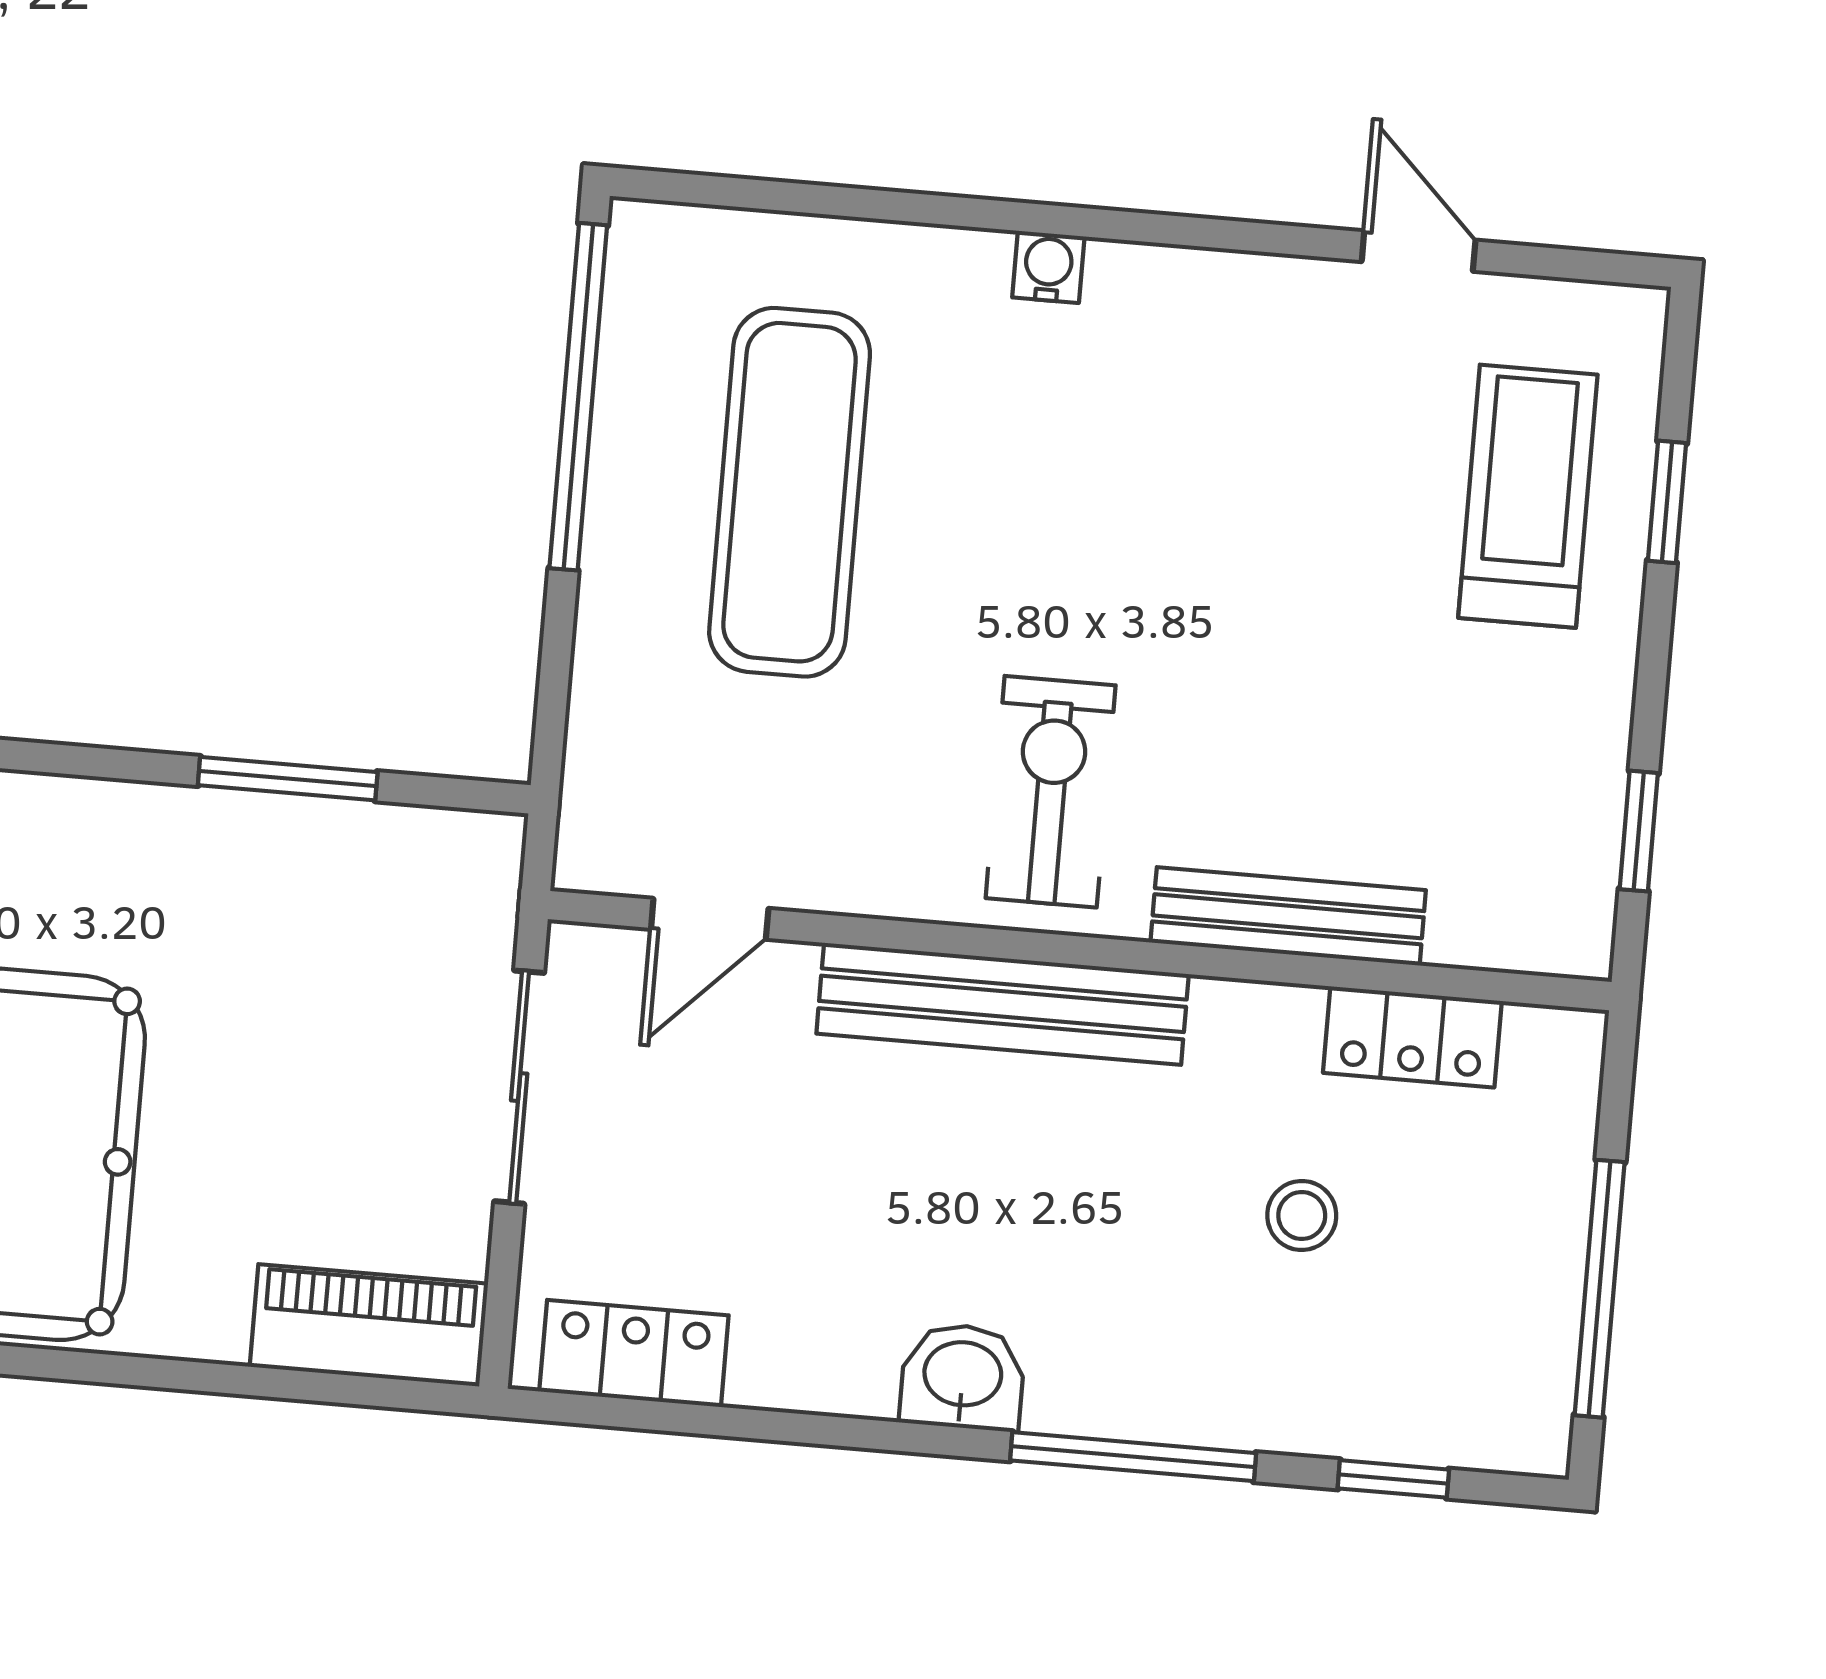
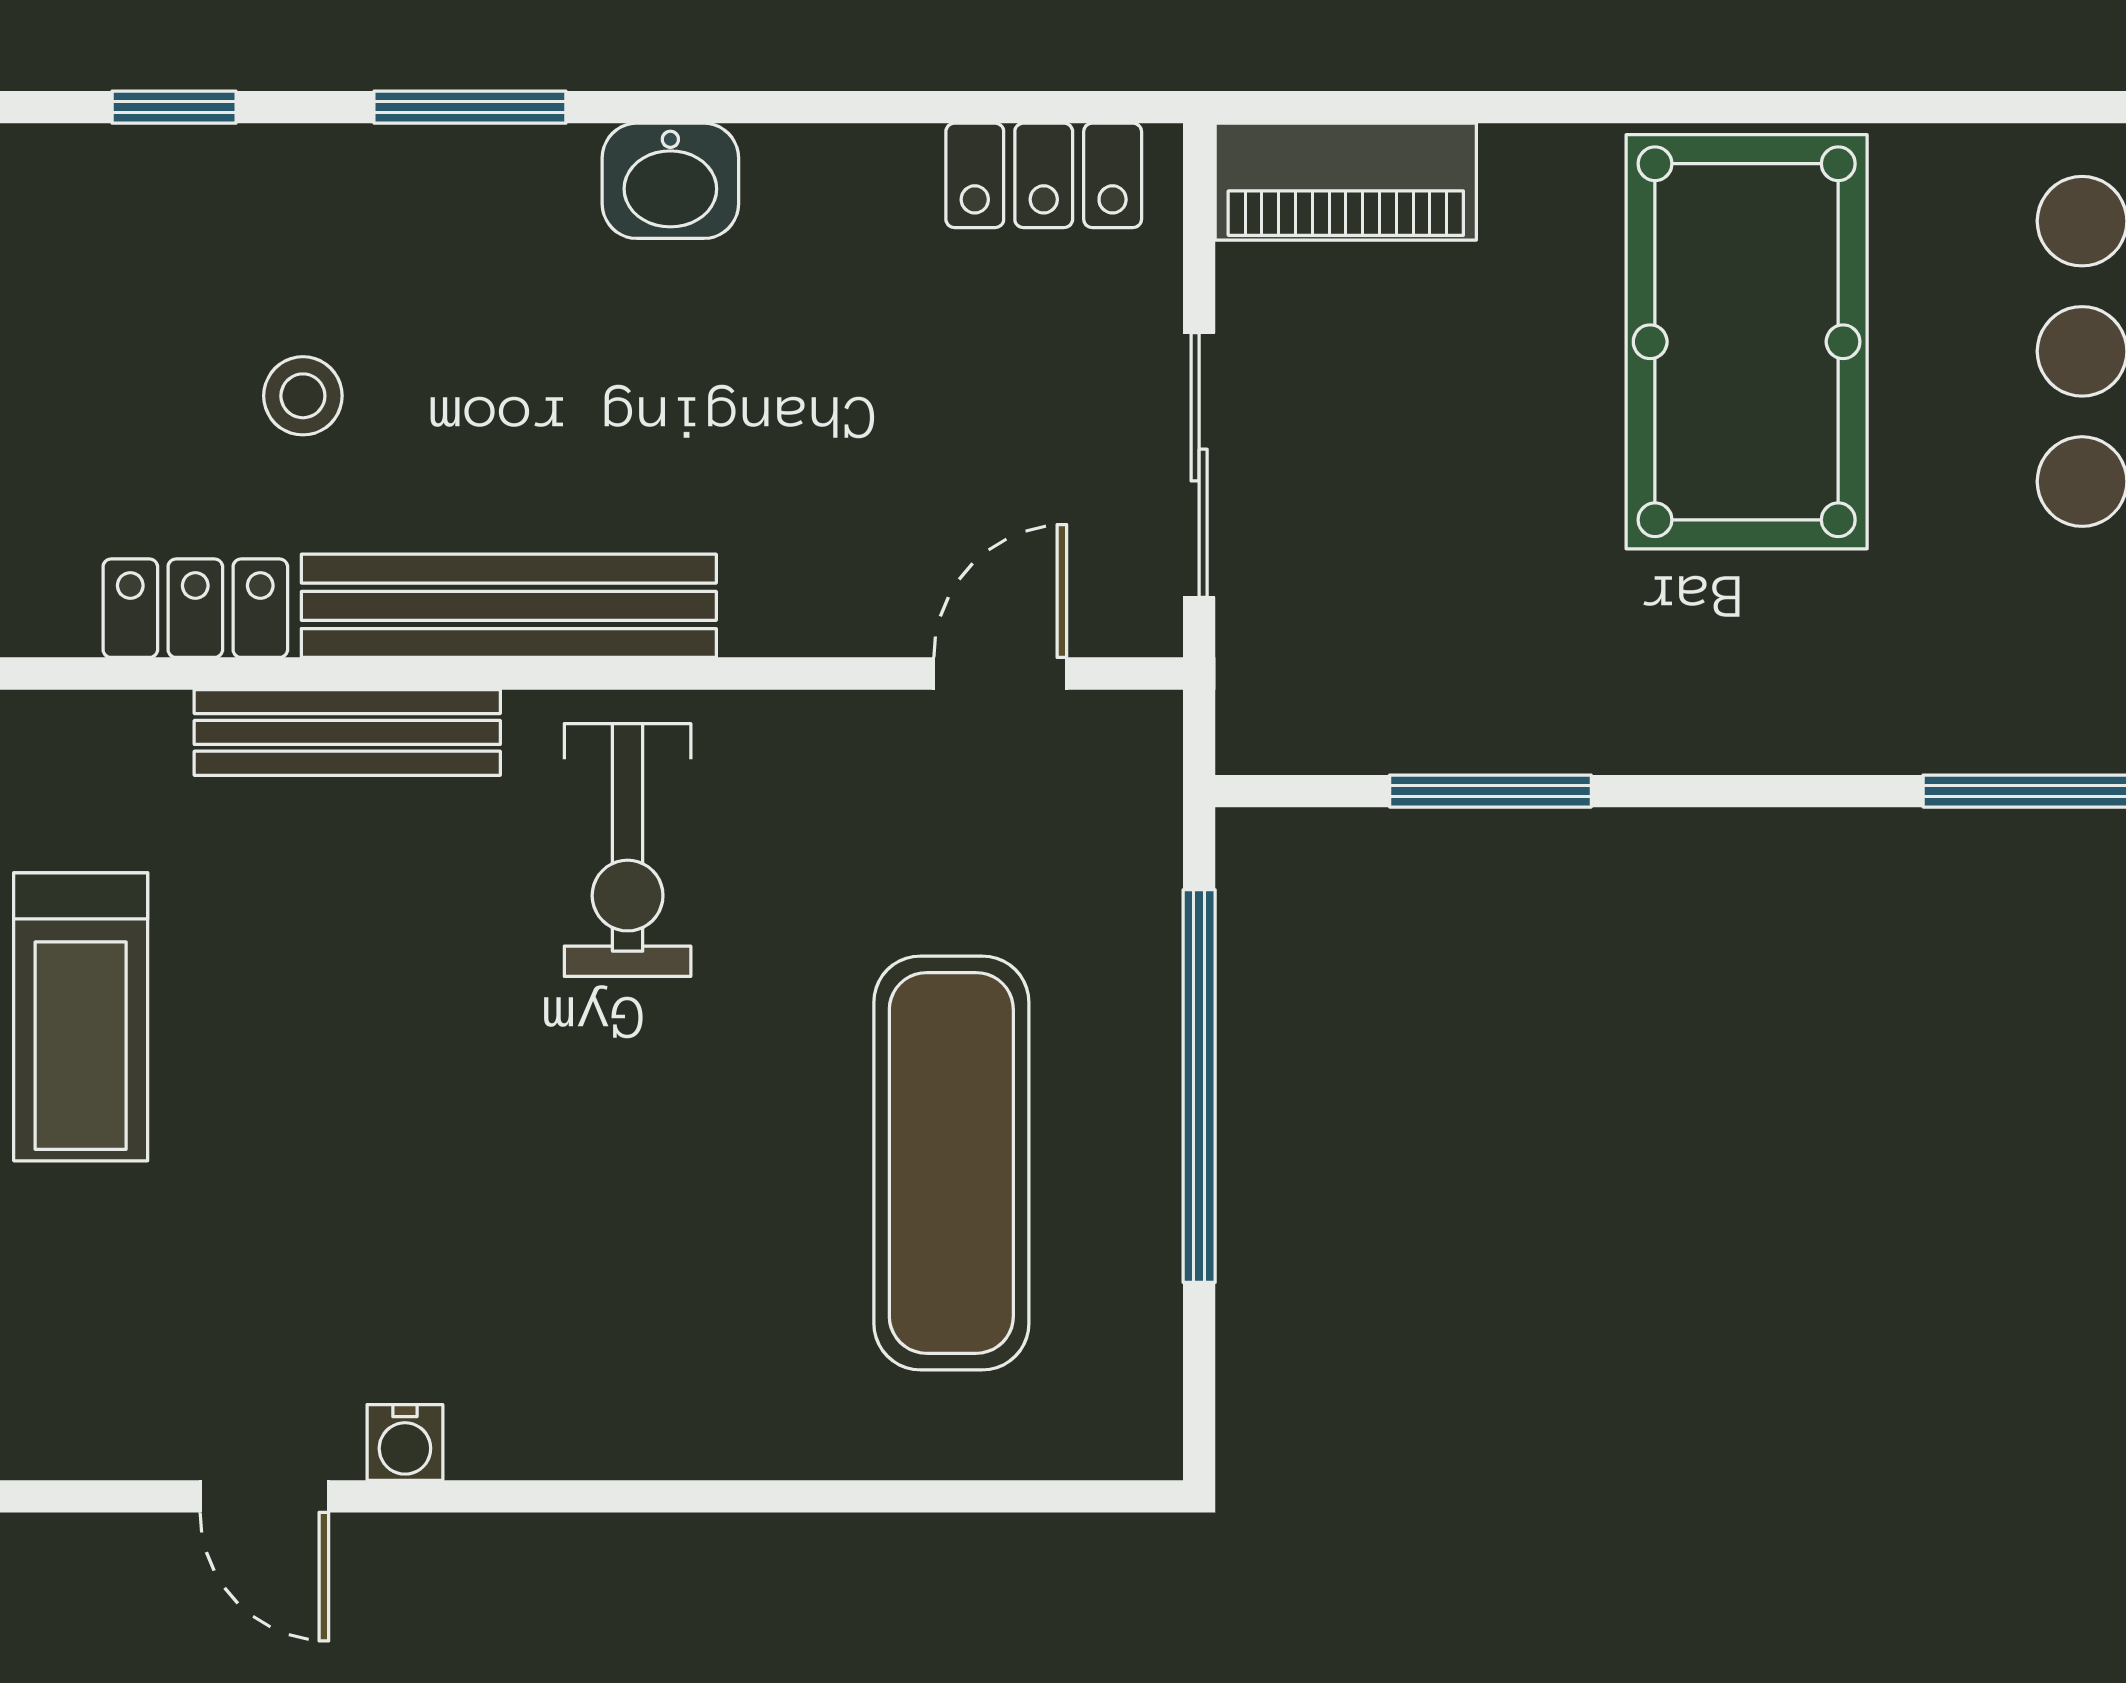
water cooler: (1048, 267) -> (405, 1442), moved
window: (578, 397) -> (1199, 1086), moved
treadmill: (1528, 496) -> (81, 1017), moved
bench: (1003, 1004) -> (509, 606), moved
window: (1133, 1457) -> (470, 107), width x0.69

